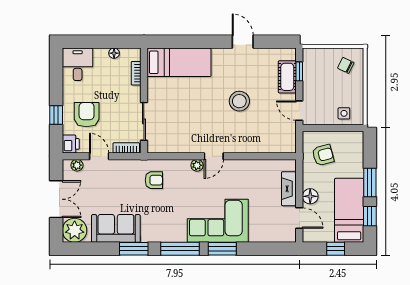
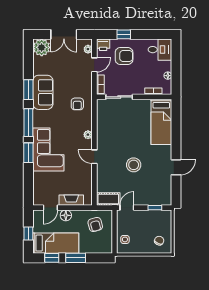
cot: (287, 77) -> (108, 199), moved
door: (214, 156) -> (94, 157), moved
sofa: (116, 228) -> (43, 92), moved

